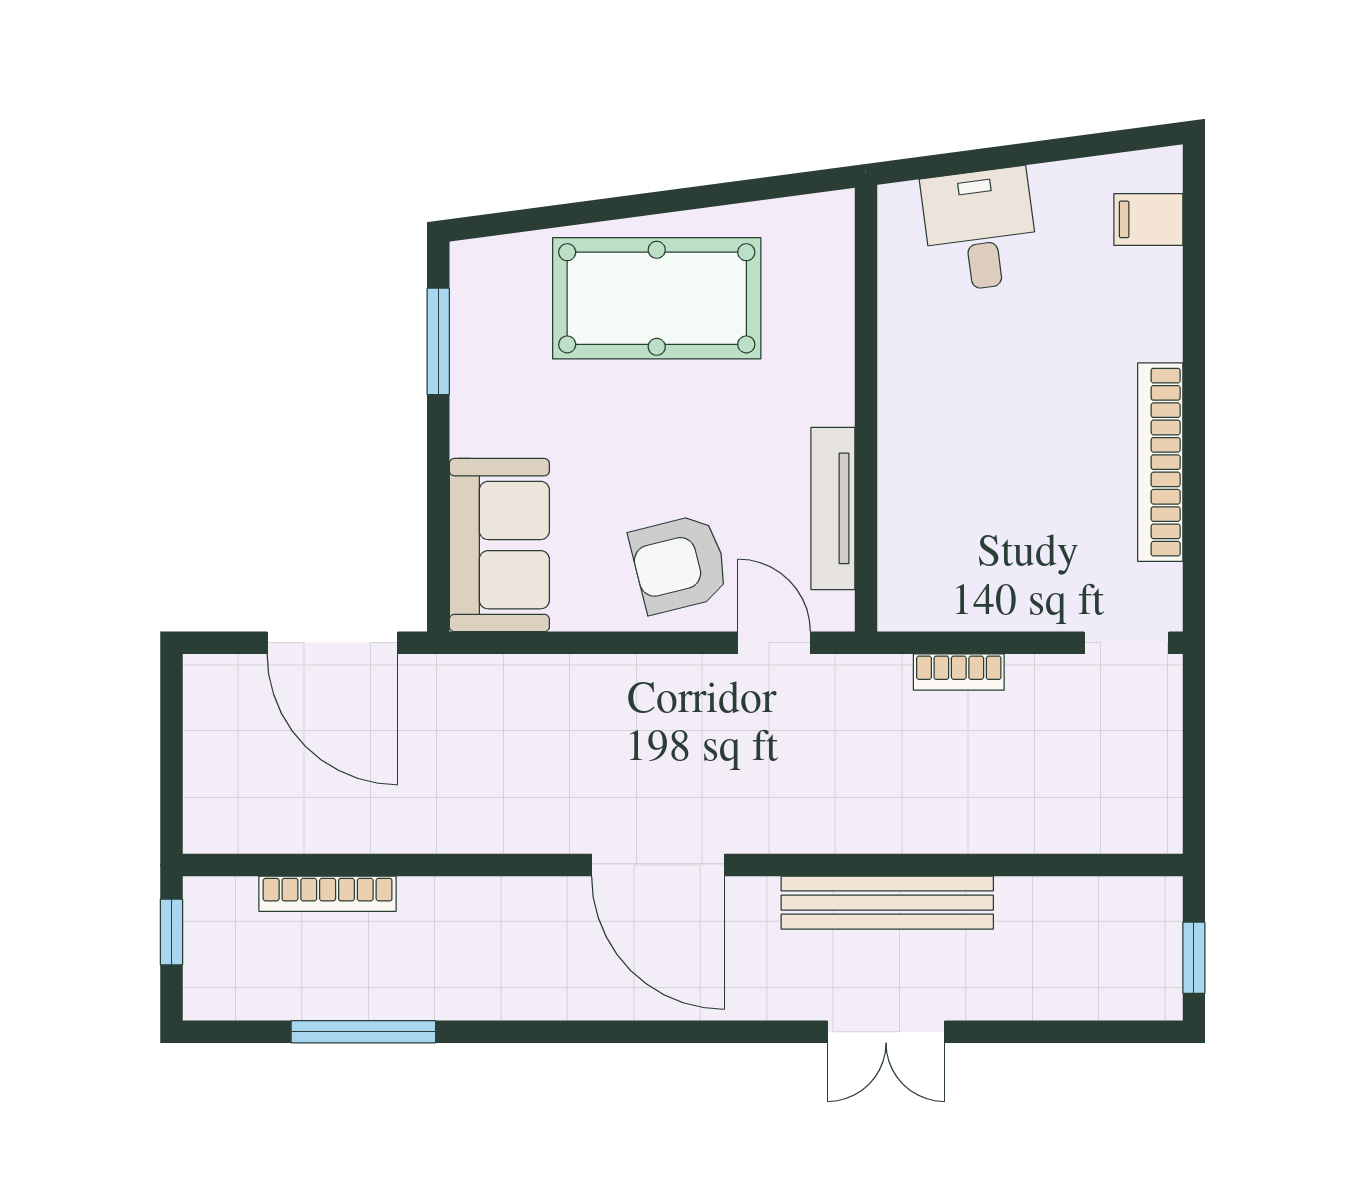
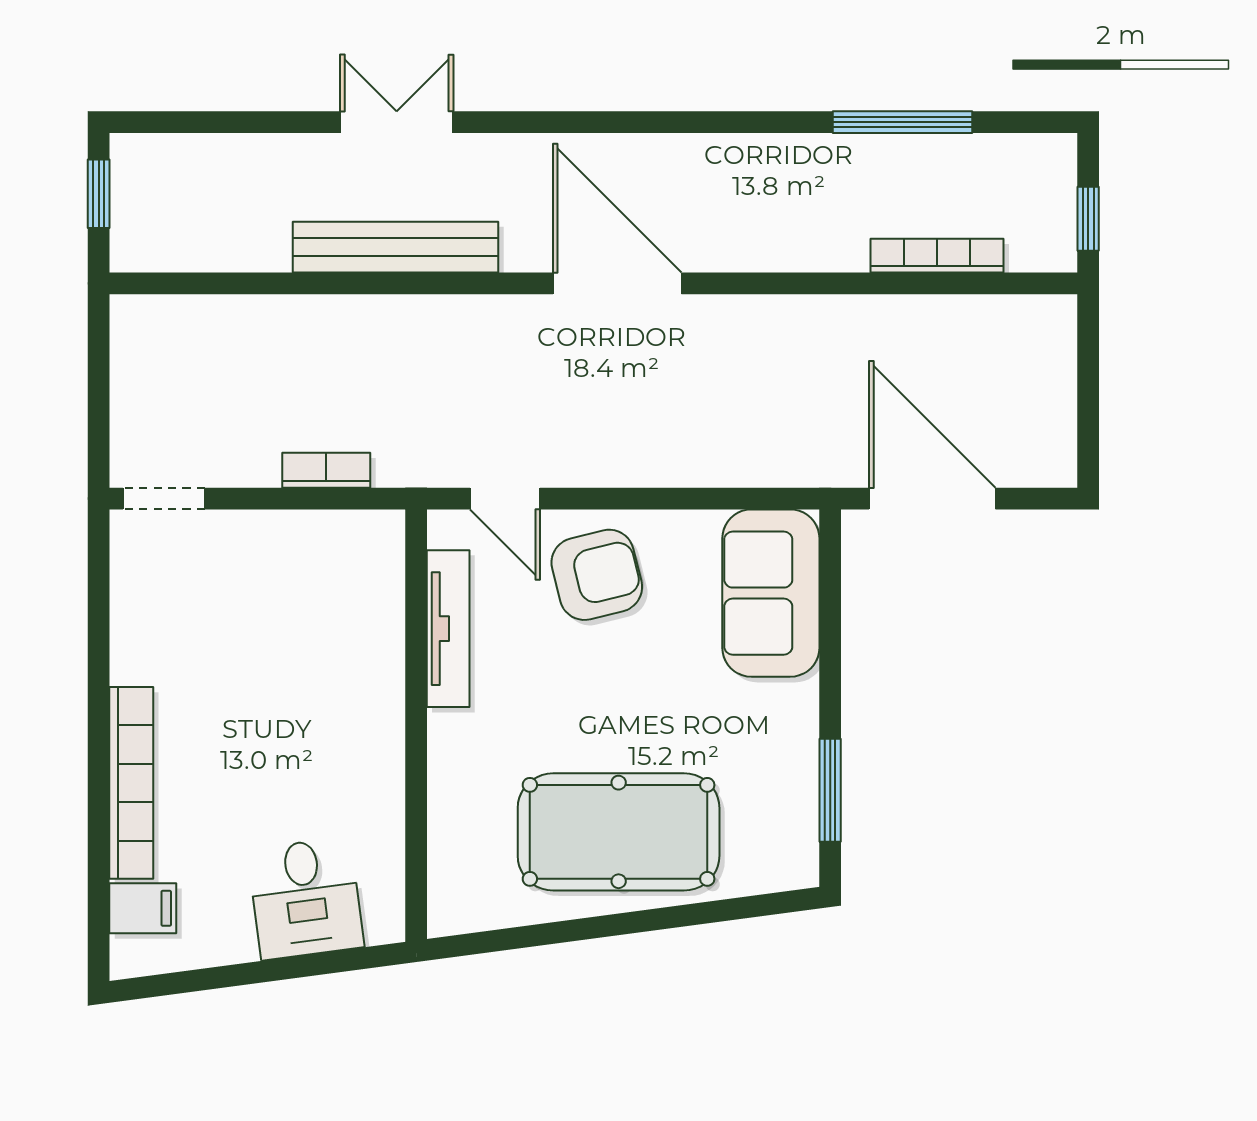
bookcase: (1160, 462) -> (131, 783), moved

